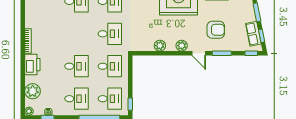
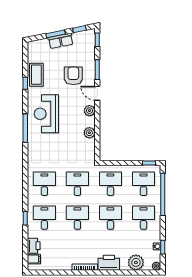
desk: (77, 34) -> (77, 218), added
row of seats: (253, 34) -> (61, 41), moved
door: (199, 53) -> (97, 93), swing flipped

